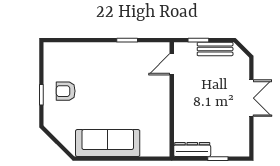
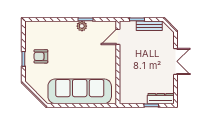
plant: (122, 49) -> (82, 26), added
sofa: (108, 143) -> (80, 91), width x1.36, depth x1.27
dresser: (192, 149) -> (161, 99), moved

